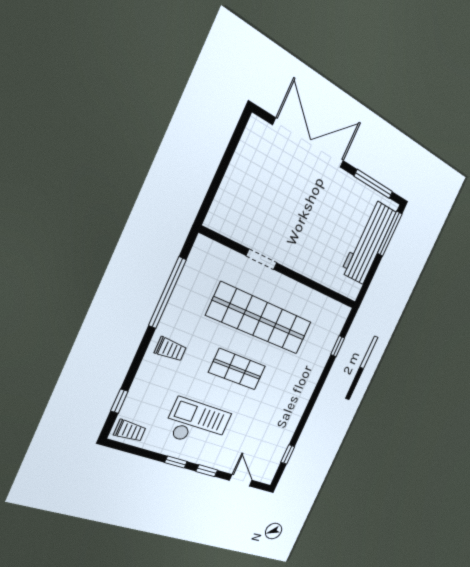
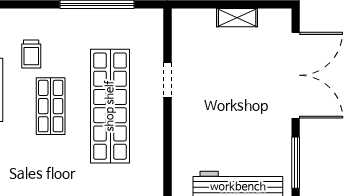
shelving: (237, 168) -> (237, 18), added
trolley: (170, 349) -> (31, 54), moved

